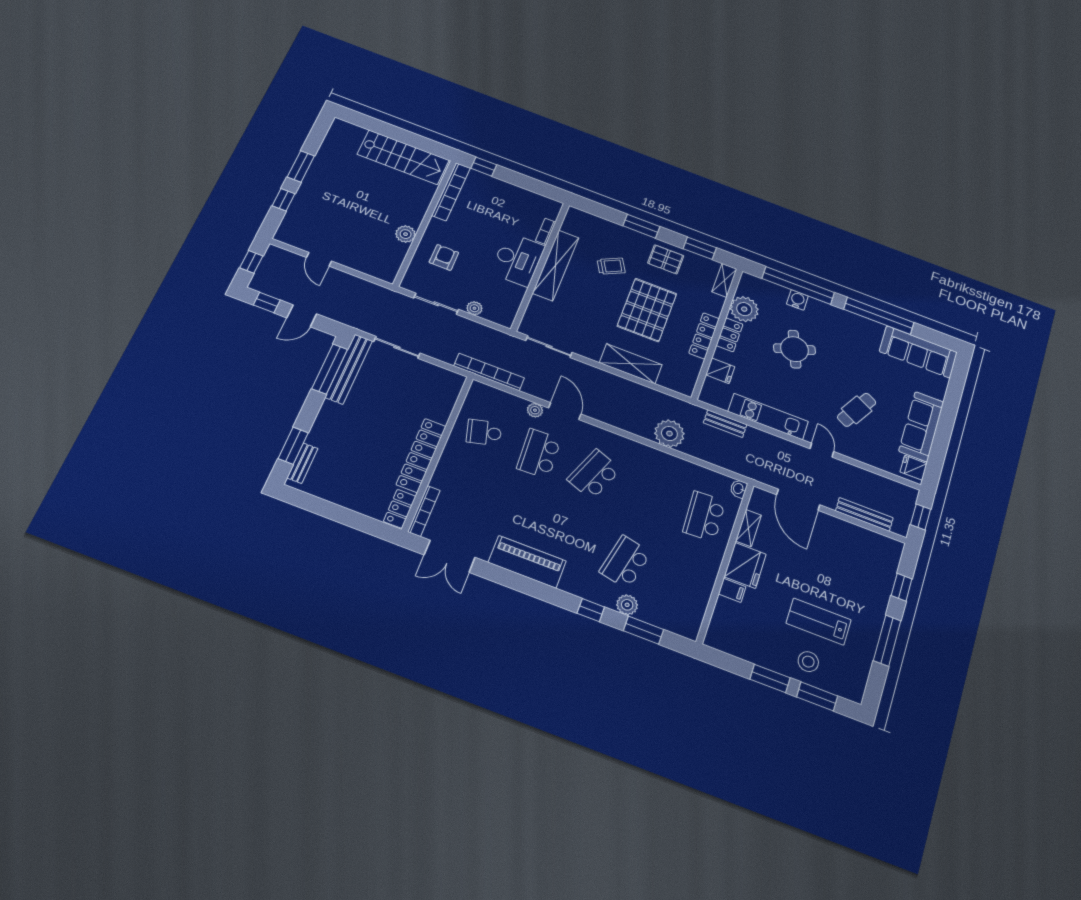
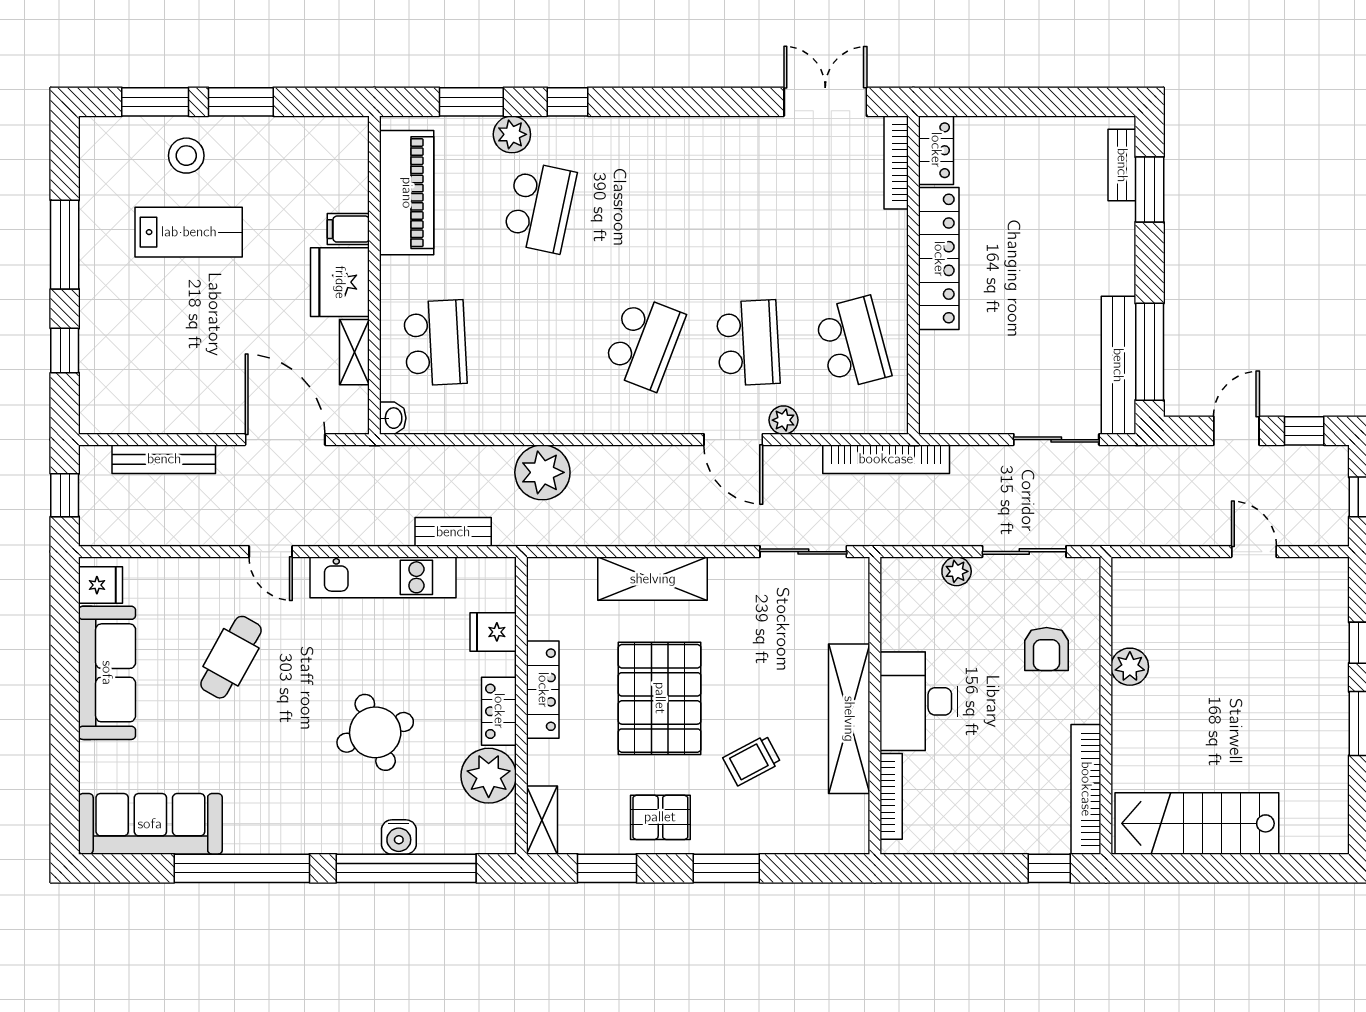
bookcase: (546, 231) -> (891, 796), width x1.56
school desk: (484, 432) -> (852, 343), width x1.85
piano: (527, 562) -> (407, 193), moved, turned -90

